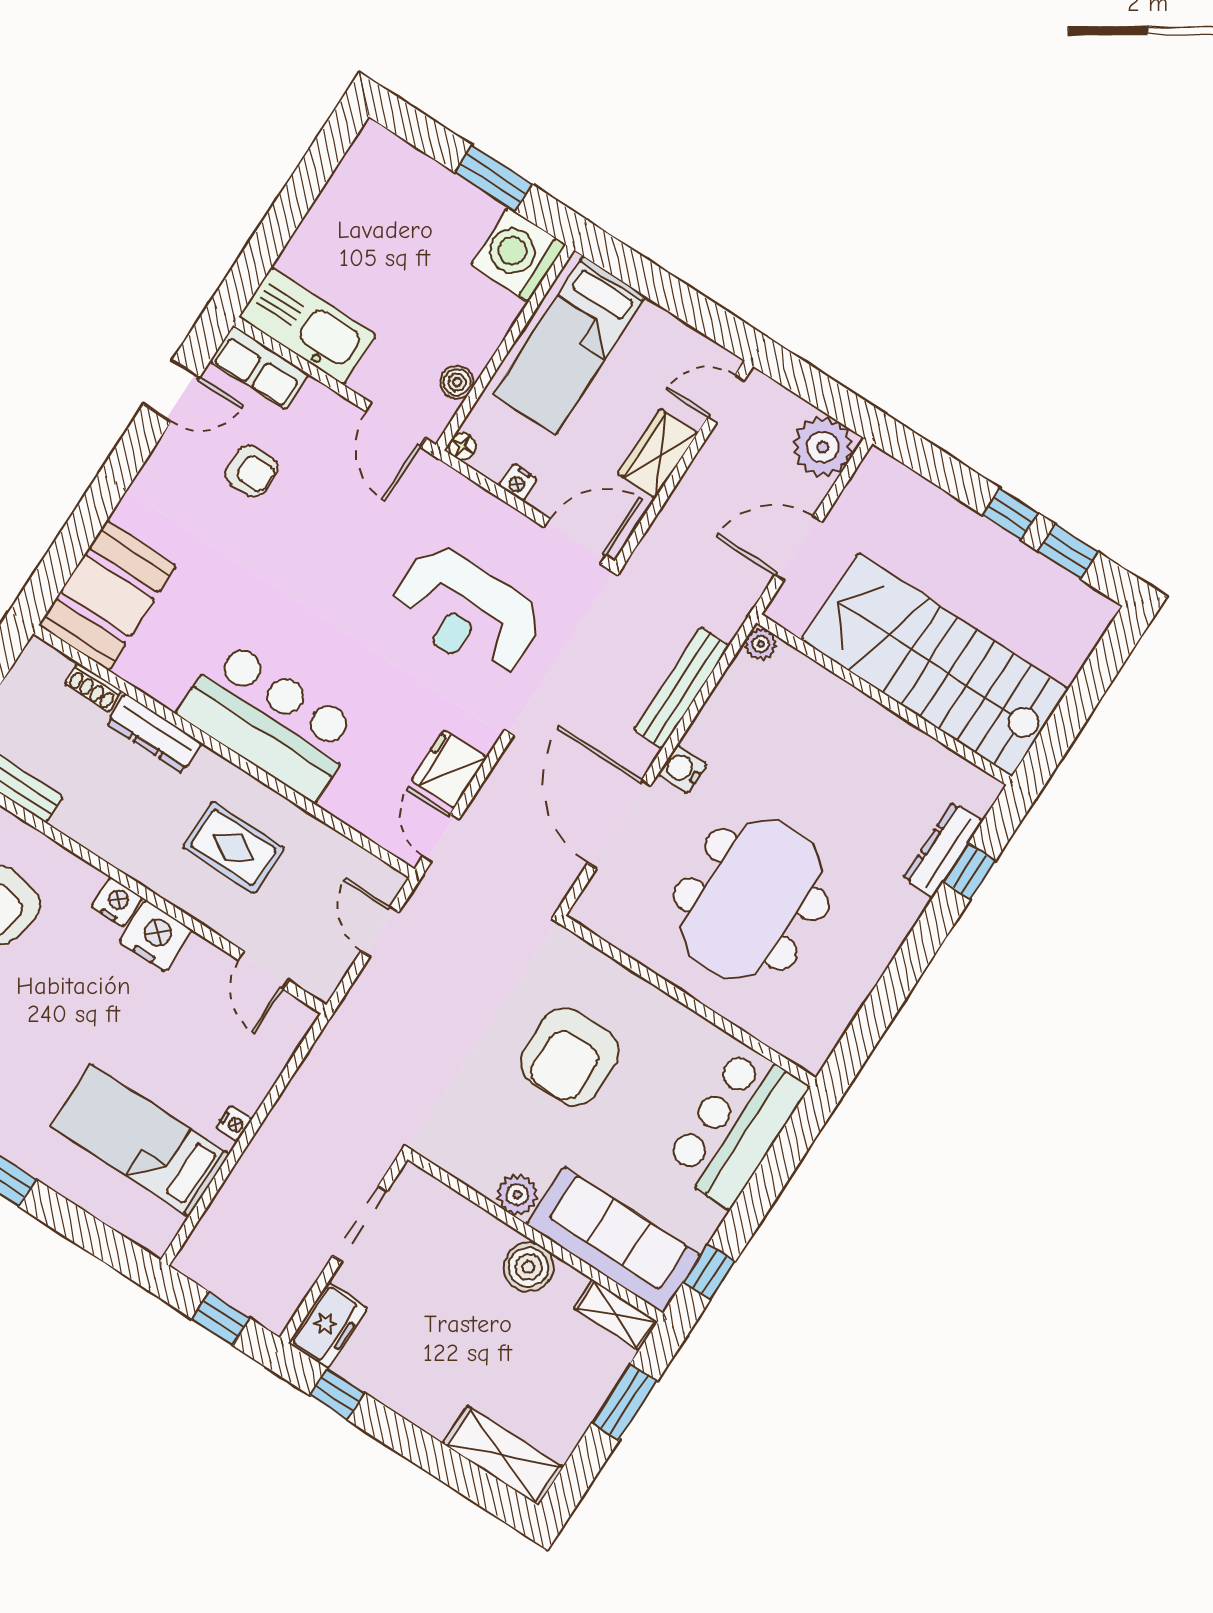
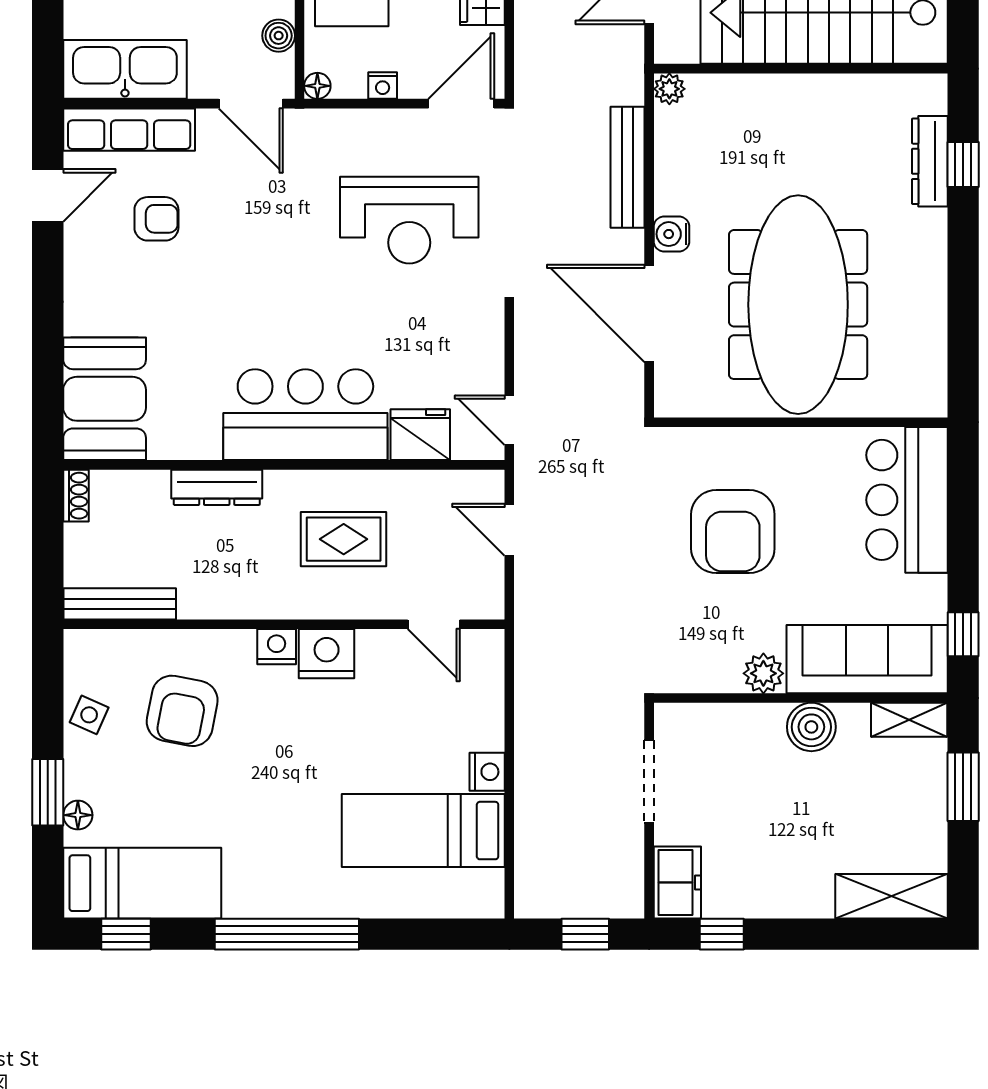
row of seats: (259, 368) -> (129, 130), width x1.48
shoe rack: (93, 688) -> (76, 496), moved, turned -90
fridge: (449, 769) -> (420, 435), moved, turned 90
meeting table: (751, 899) -> (798, 305), width x1.36
nightstand: (234, 1124) -> (487, 772), width x1.39, depth x1.35

